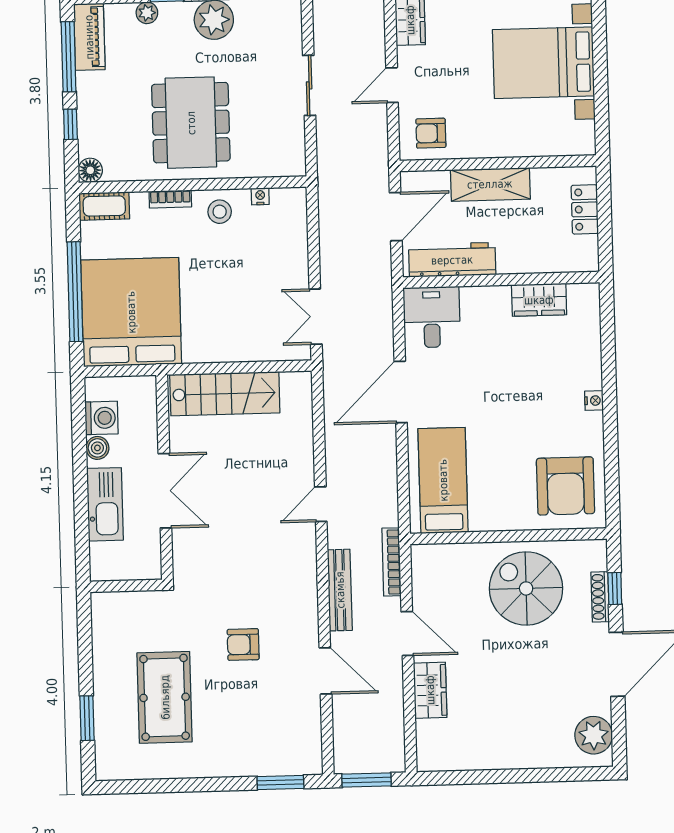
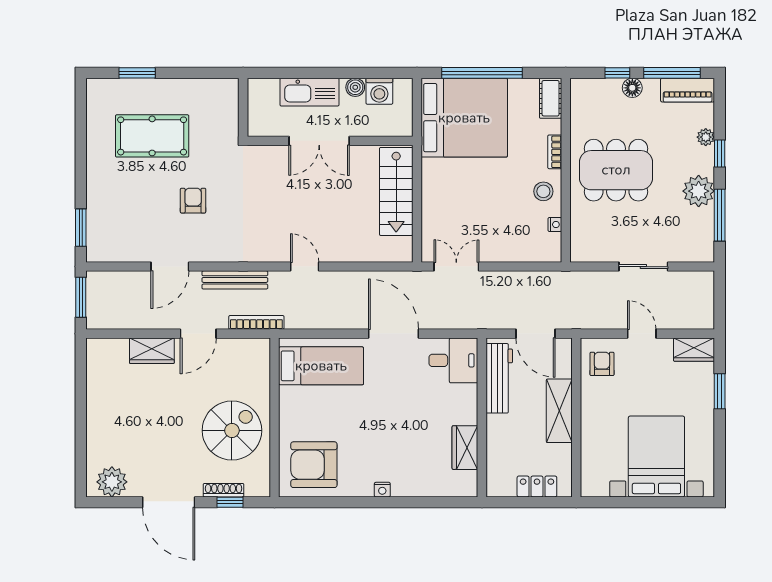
floor lamp: (90, 170) -> (632, 88), moved

